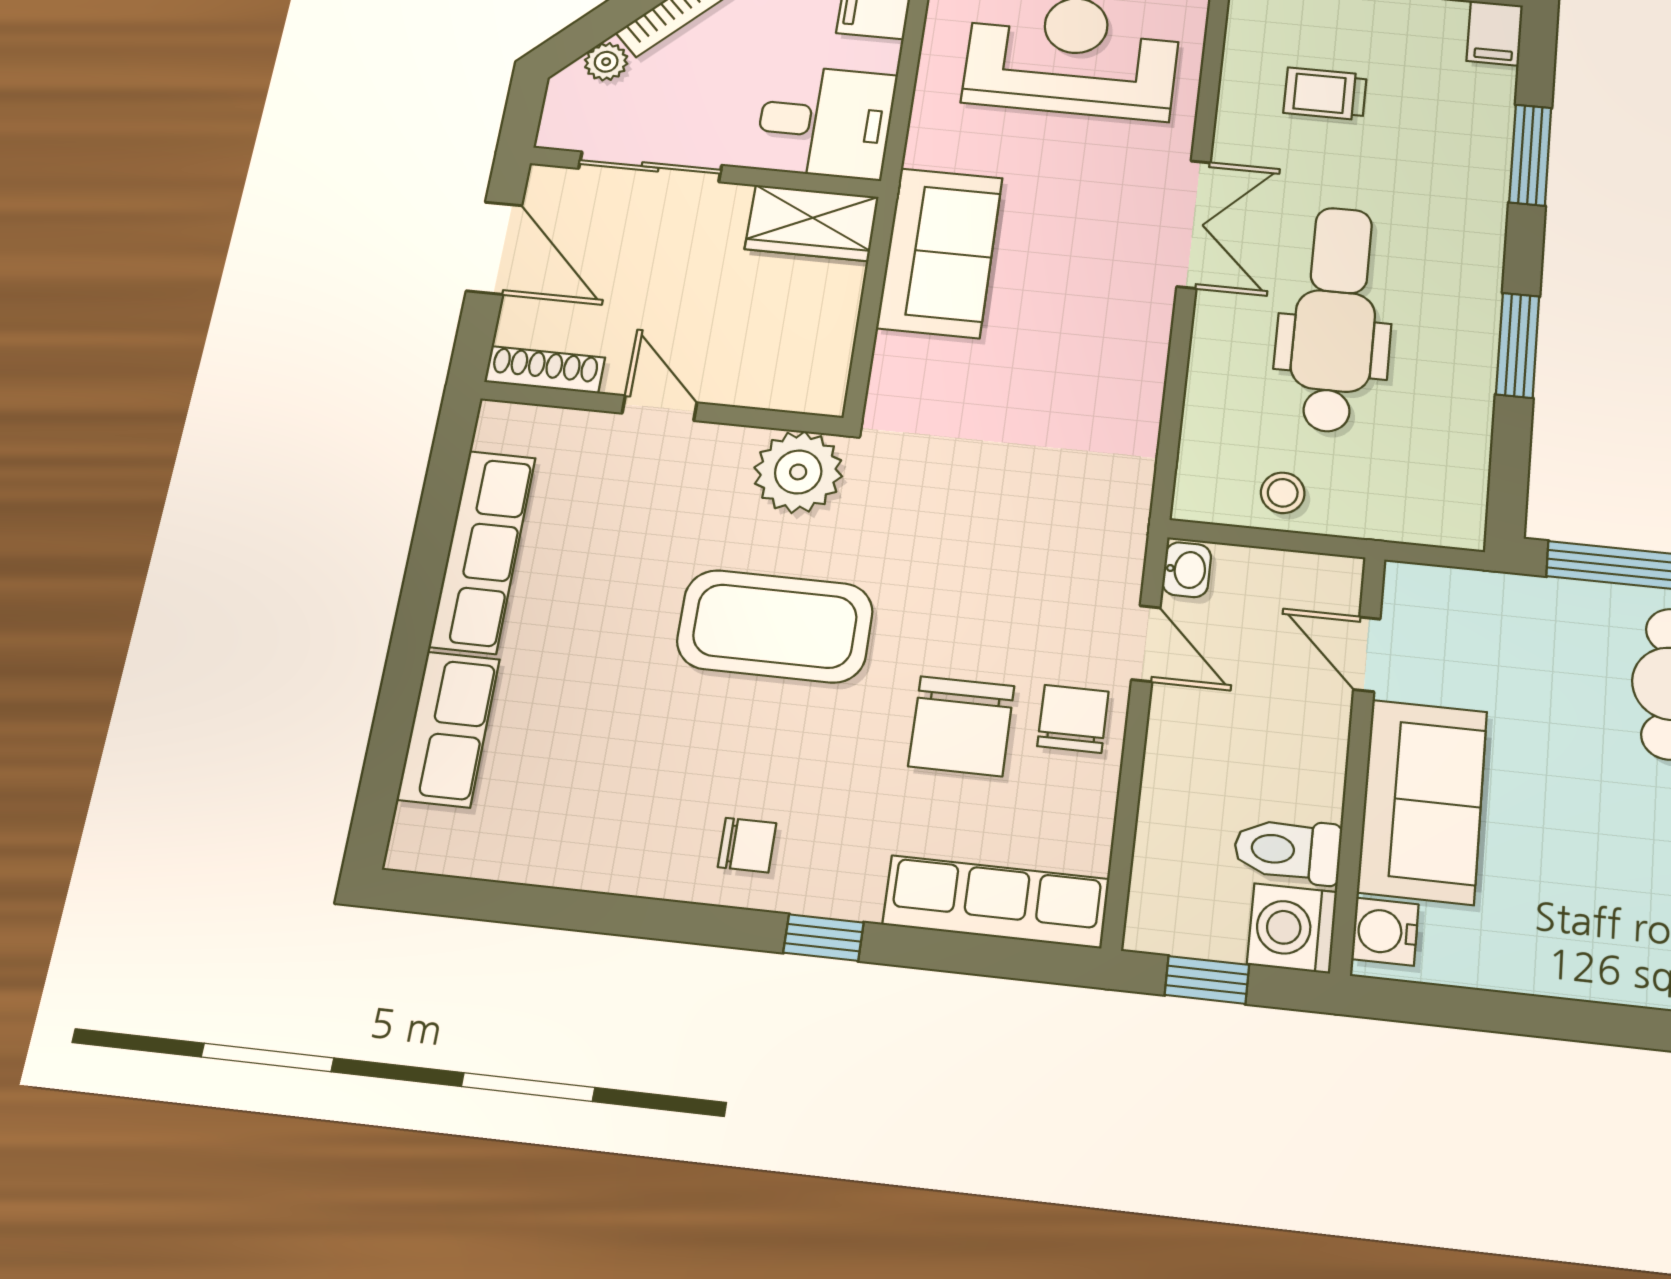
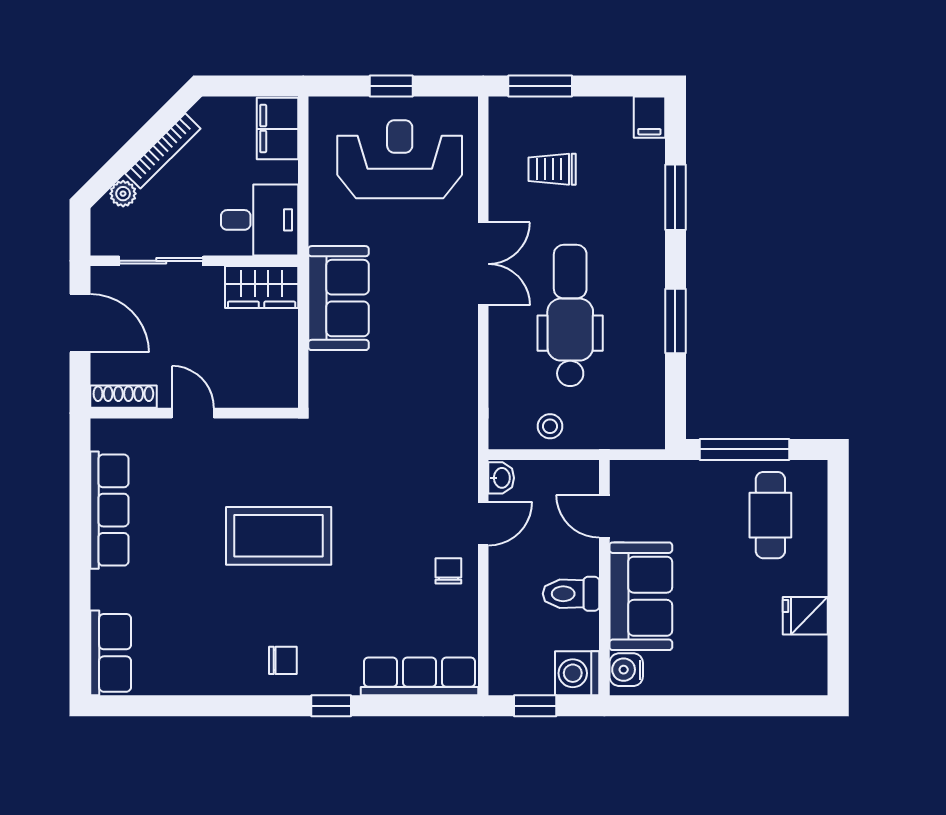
plant: (798, 472) -> (277, 443), removed
door: (1146, 644) -> (483, 523), hinge flipped
chair: (1073, 719) -> (448, 571), width x0.73, depth x0.73
chair: (961, 726) -> (388, 582), removed
row of seats: (448, 729) -> (111, 653), moved
toilet: (1288, 850) -> (571, 594), moved

